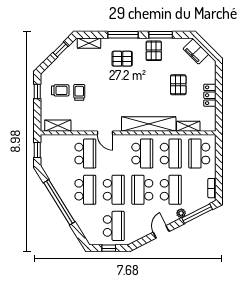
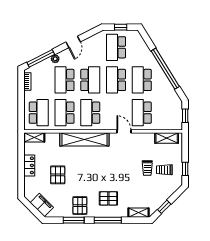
shelving: (188, 126) -> (34, 137), moved

